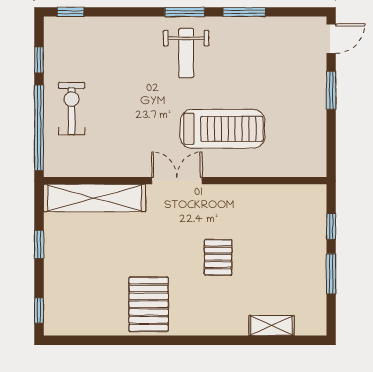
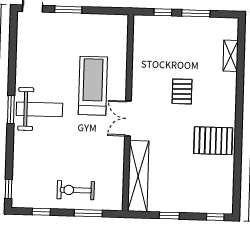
window: (244, 12) -> (12, 68), removed
weight bench: (186, 53) -> (39, 109), width x1.36, depth x1.33
window: (39, 128) -> (88, 213), width x0.47
pallet: (218, 257) -> (182, 91), turned 90

